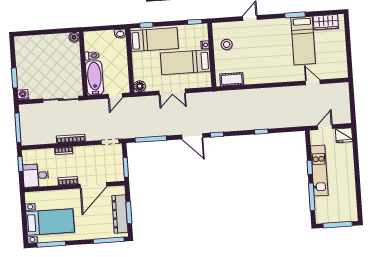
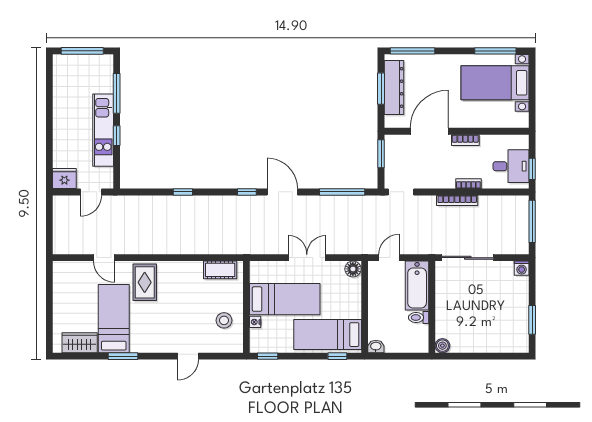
rug: (283, 67) -> (145, 282), added
window: (14, 78) -> (532, 320), moved
desk: (36, 175) -> (511, 166), moved

